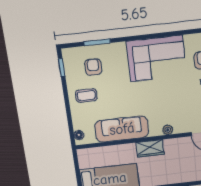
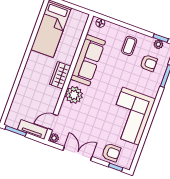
plant: (69, 67) -> (158, 44), added
plant: (168, 130) -> (74, 95), width x1.88, depth x1.88

